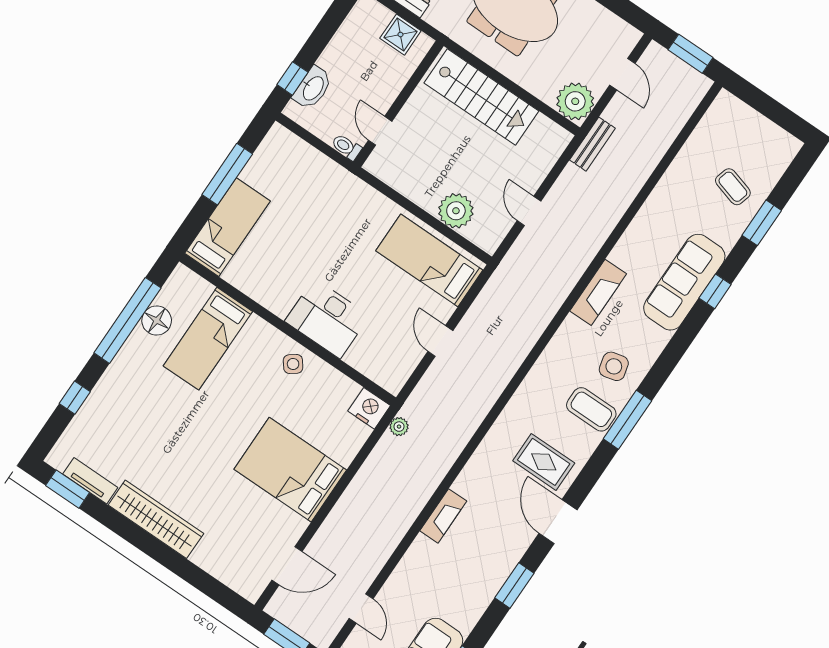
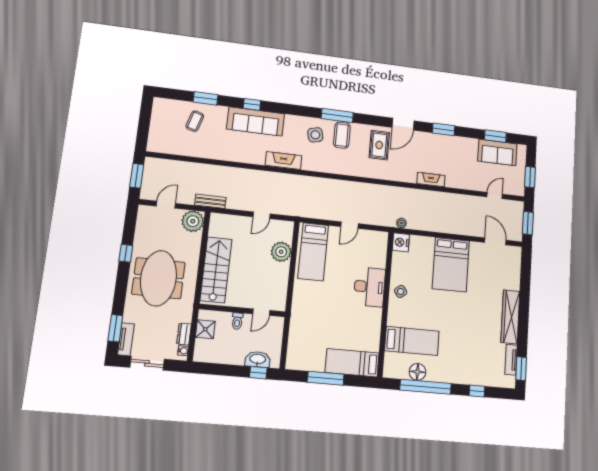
toilet: (346, 147) -> (237, 321), moved

